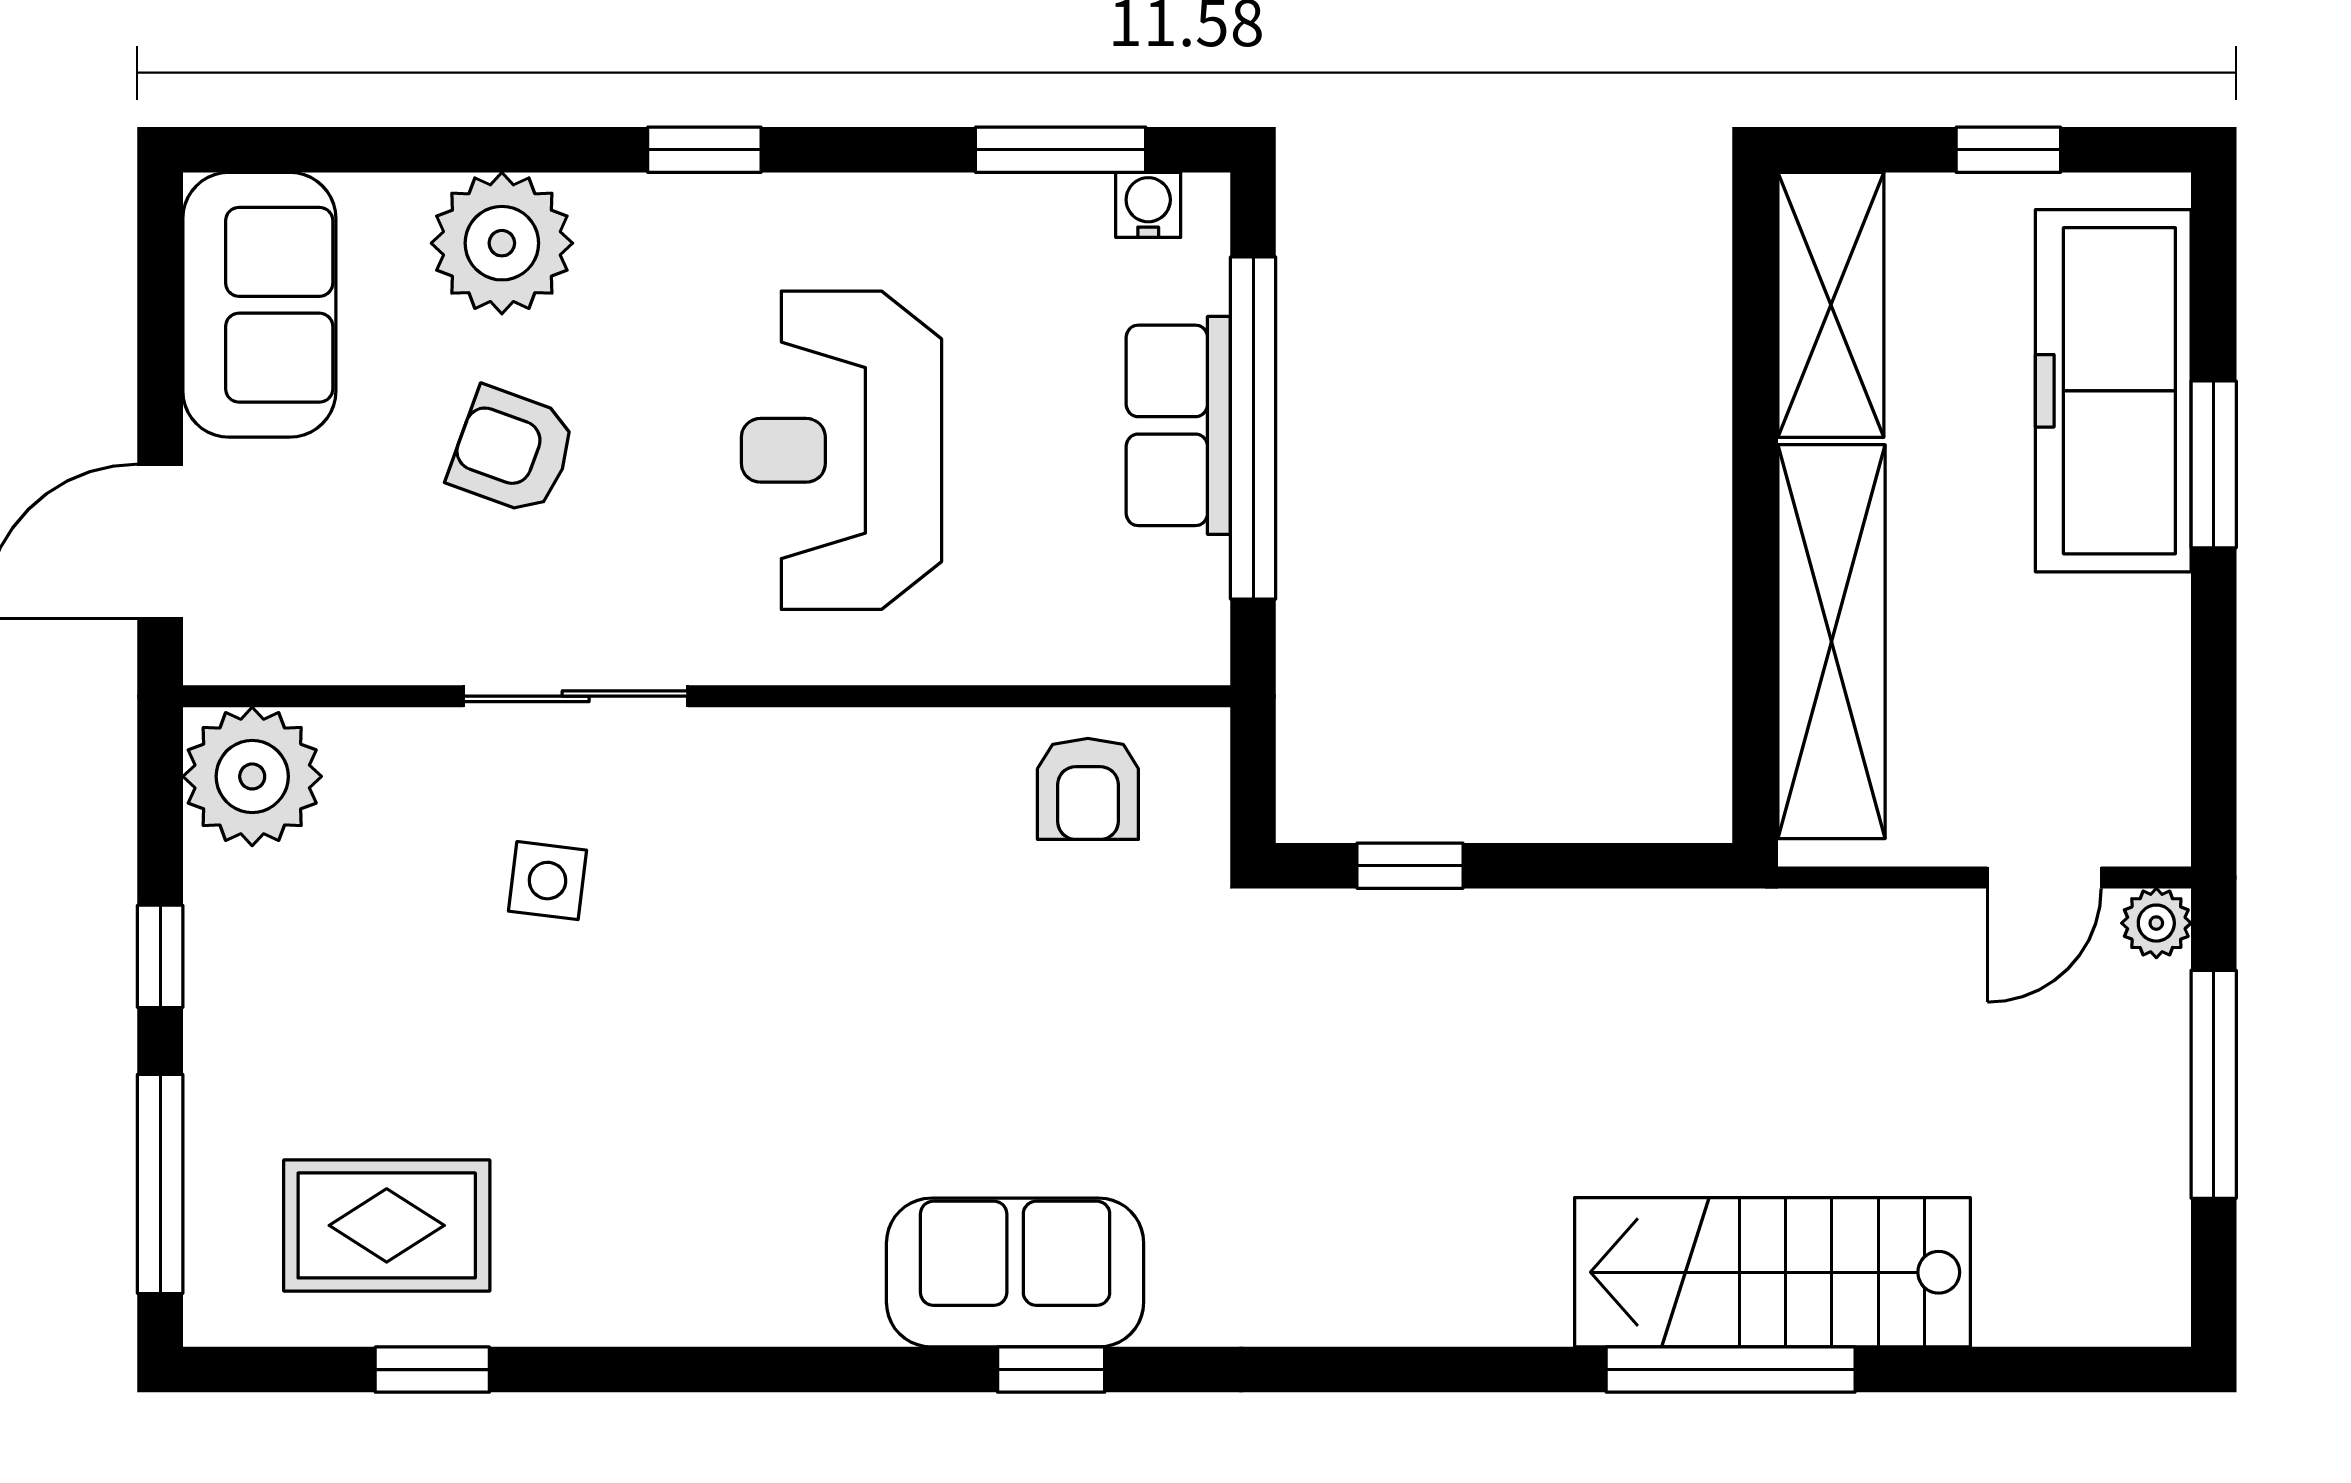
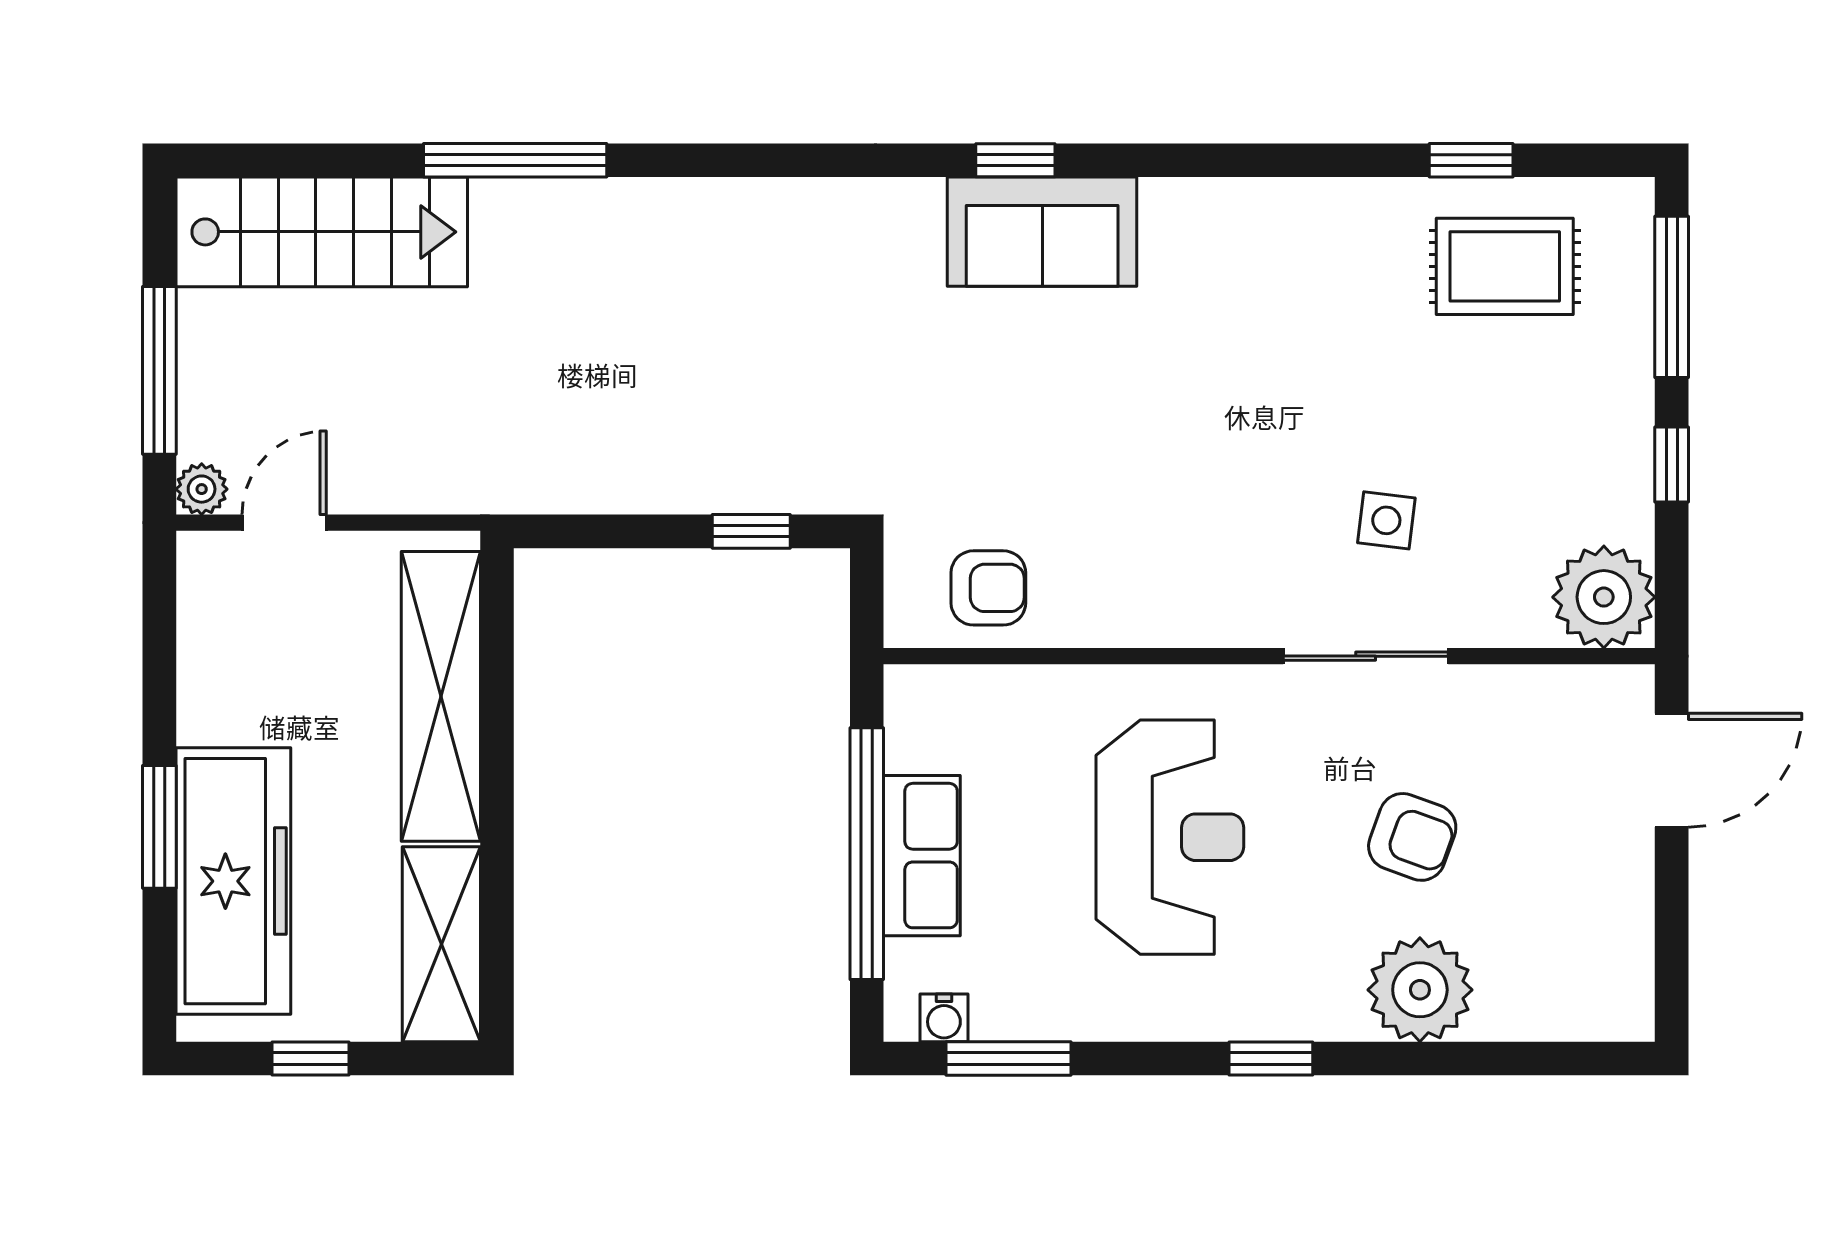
sofa: (259, 305) -> (1599, 944), removed
armchair: (1088, 789) -> (988, 588), turned 90
stairs: (1772, 1272) -> (322, 232), moved

